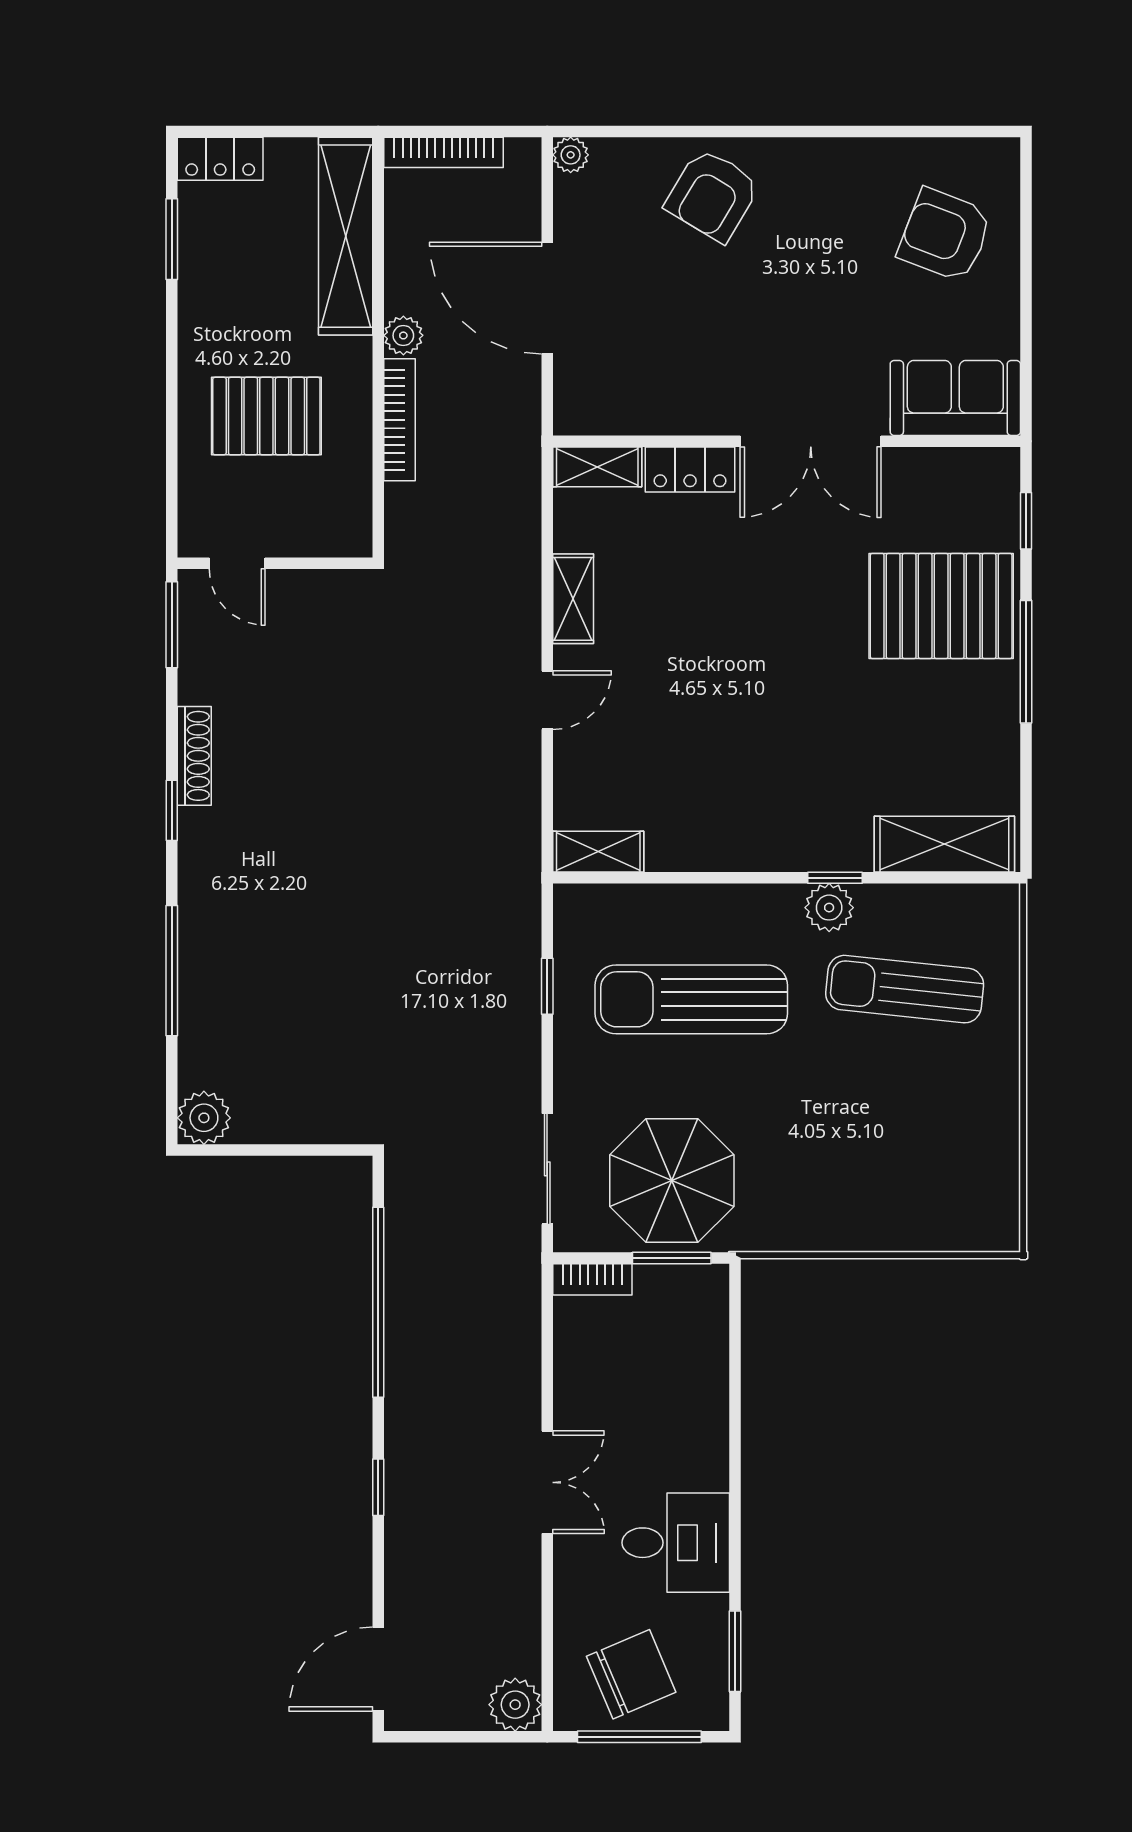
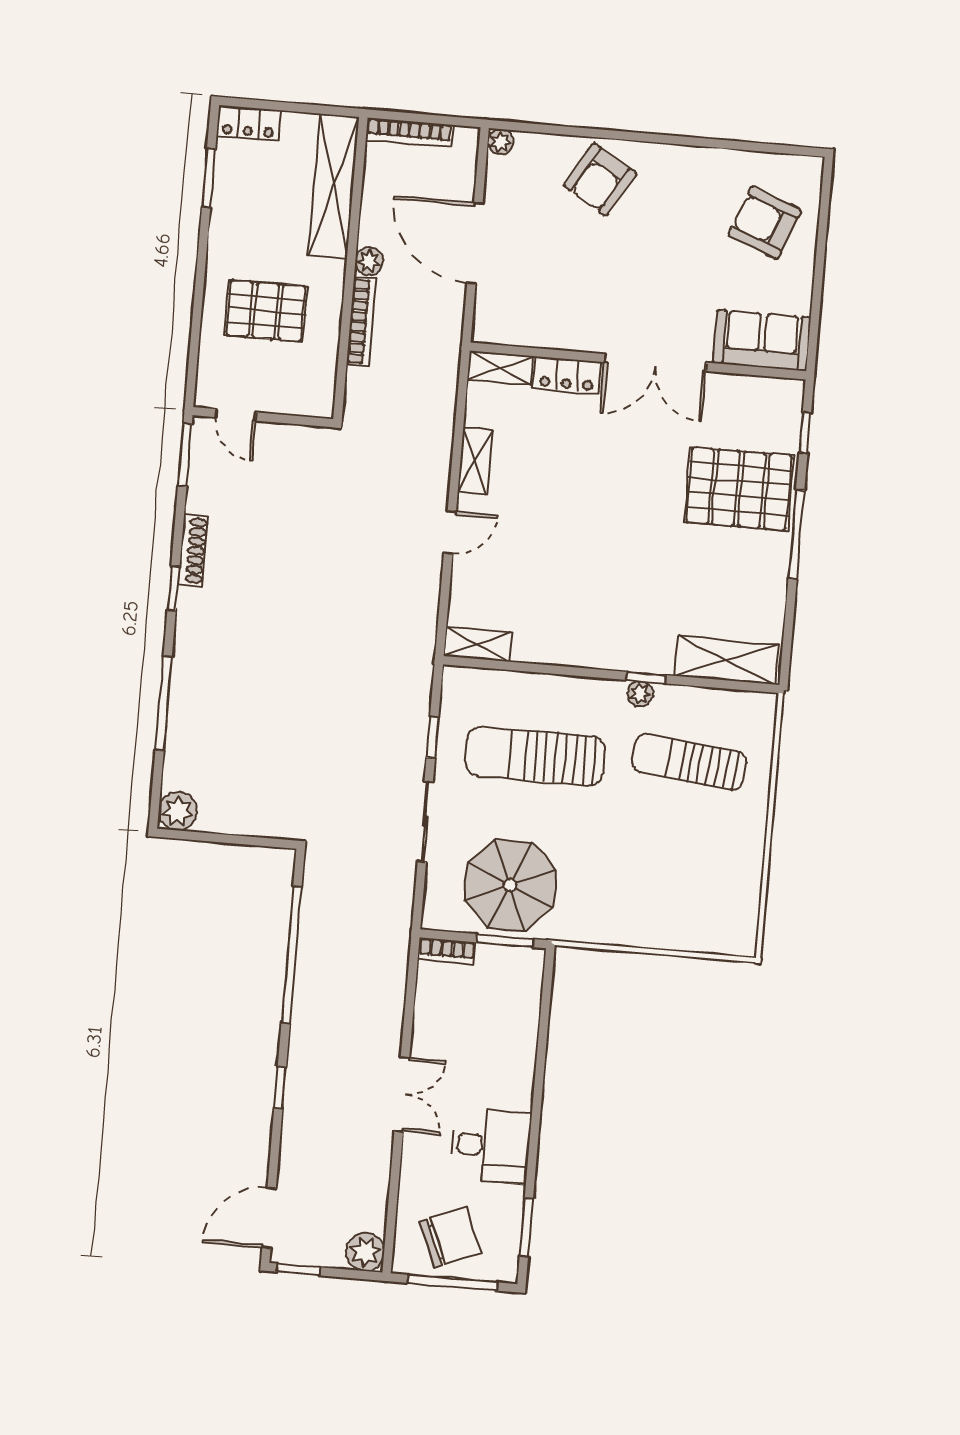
plant: (829, 908) -> (640, 694), width x0.73, depth x0.73
sliding door: (547, 1169) -> (425, 822), moved
window: (425, 1737) -> (299, 1269), added

